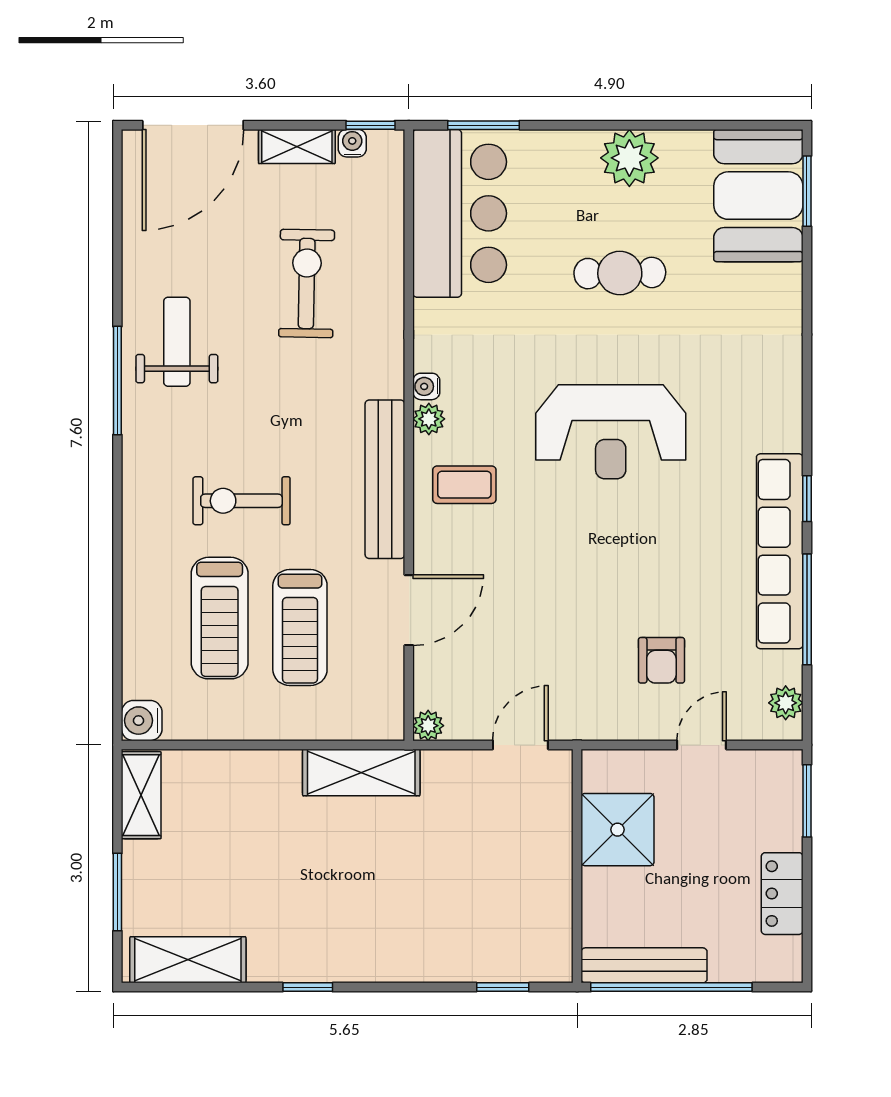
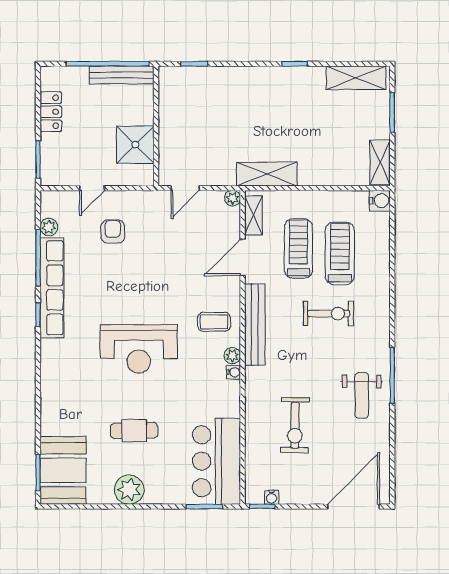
shelving: (297, 147) -> (254, 216), moved, turned 90
reception desk: (611, 432) -> (139, 349), turned 180
plant: (786, 703) -> (49, 227), moved

